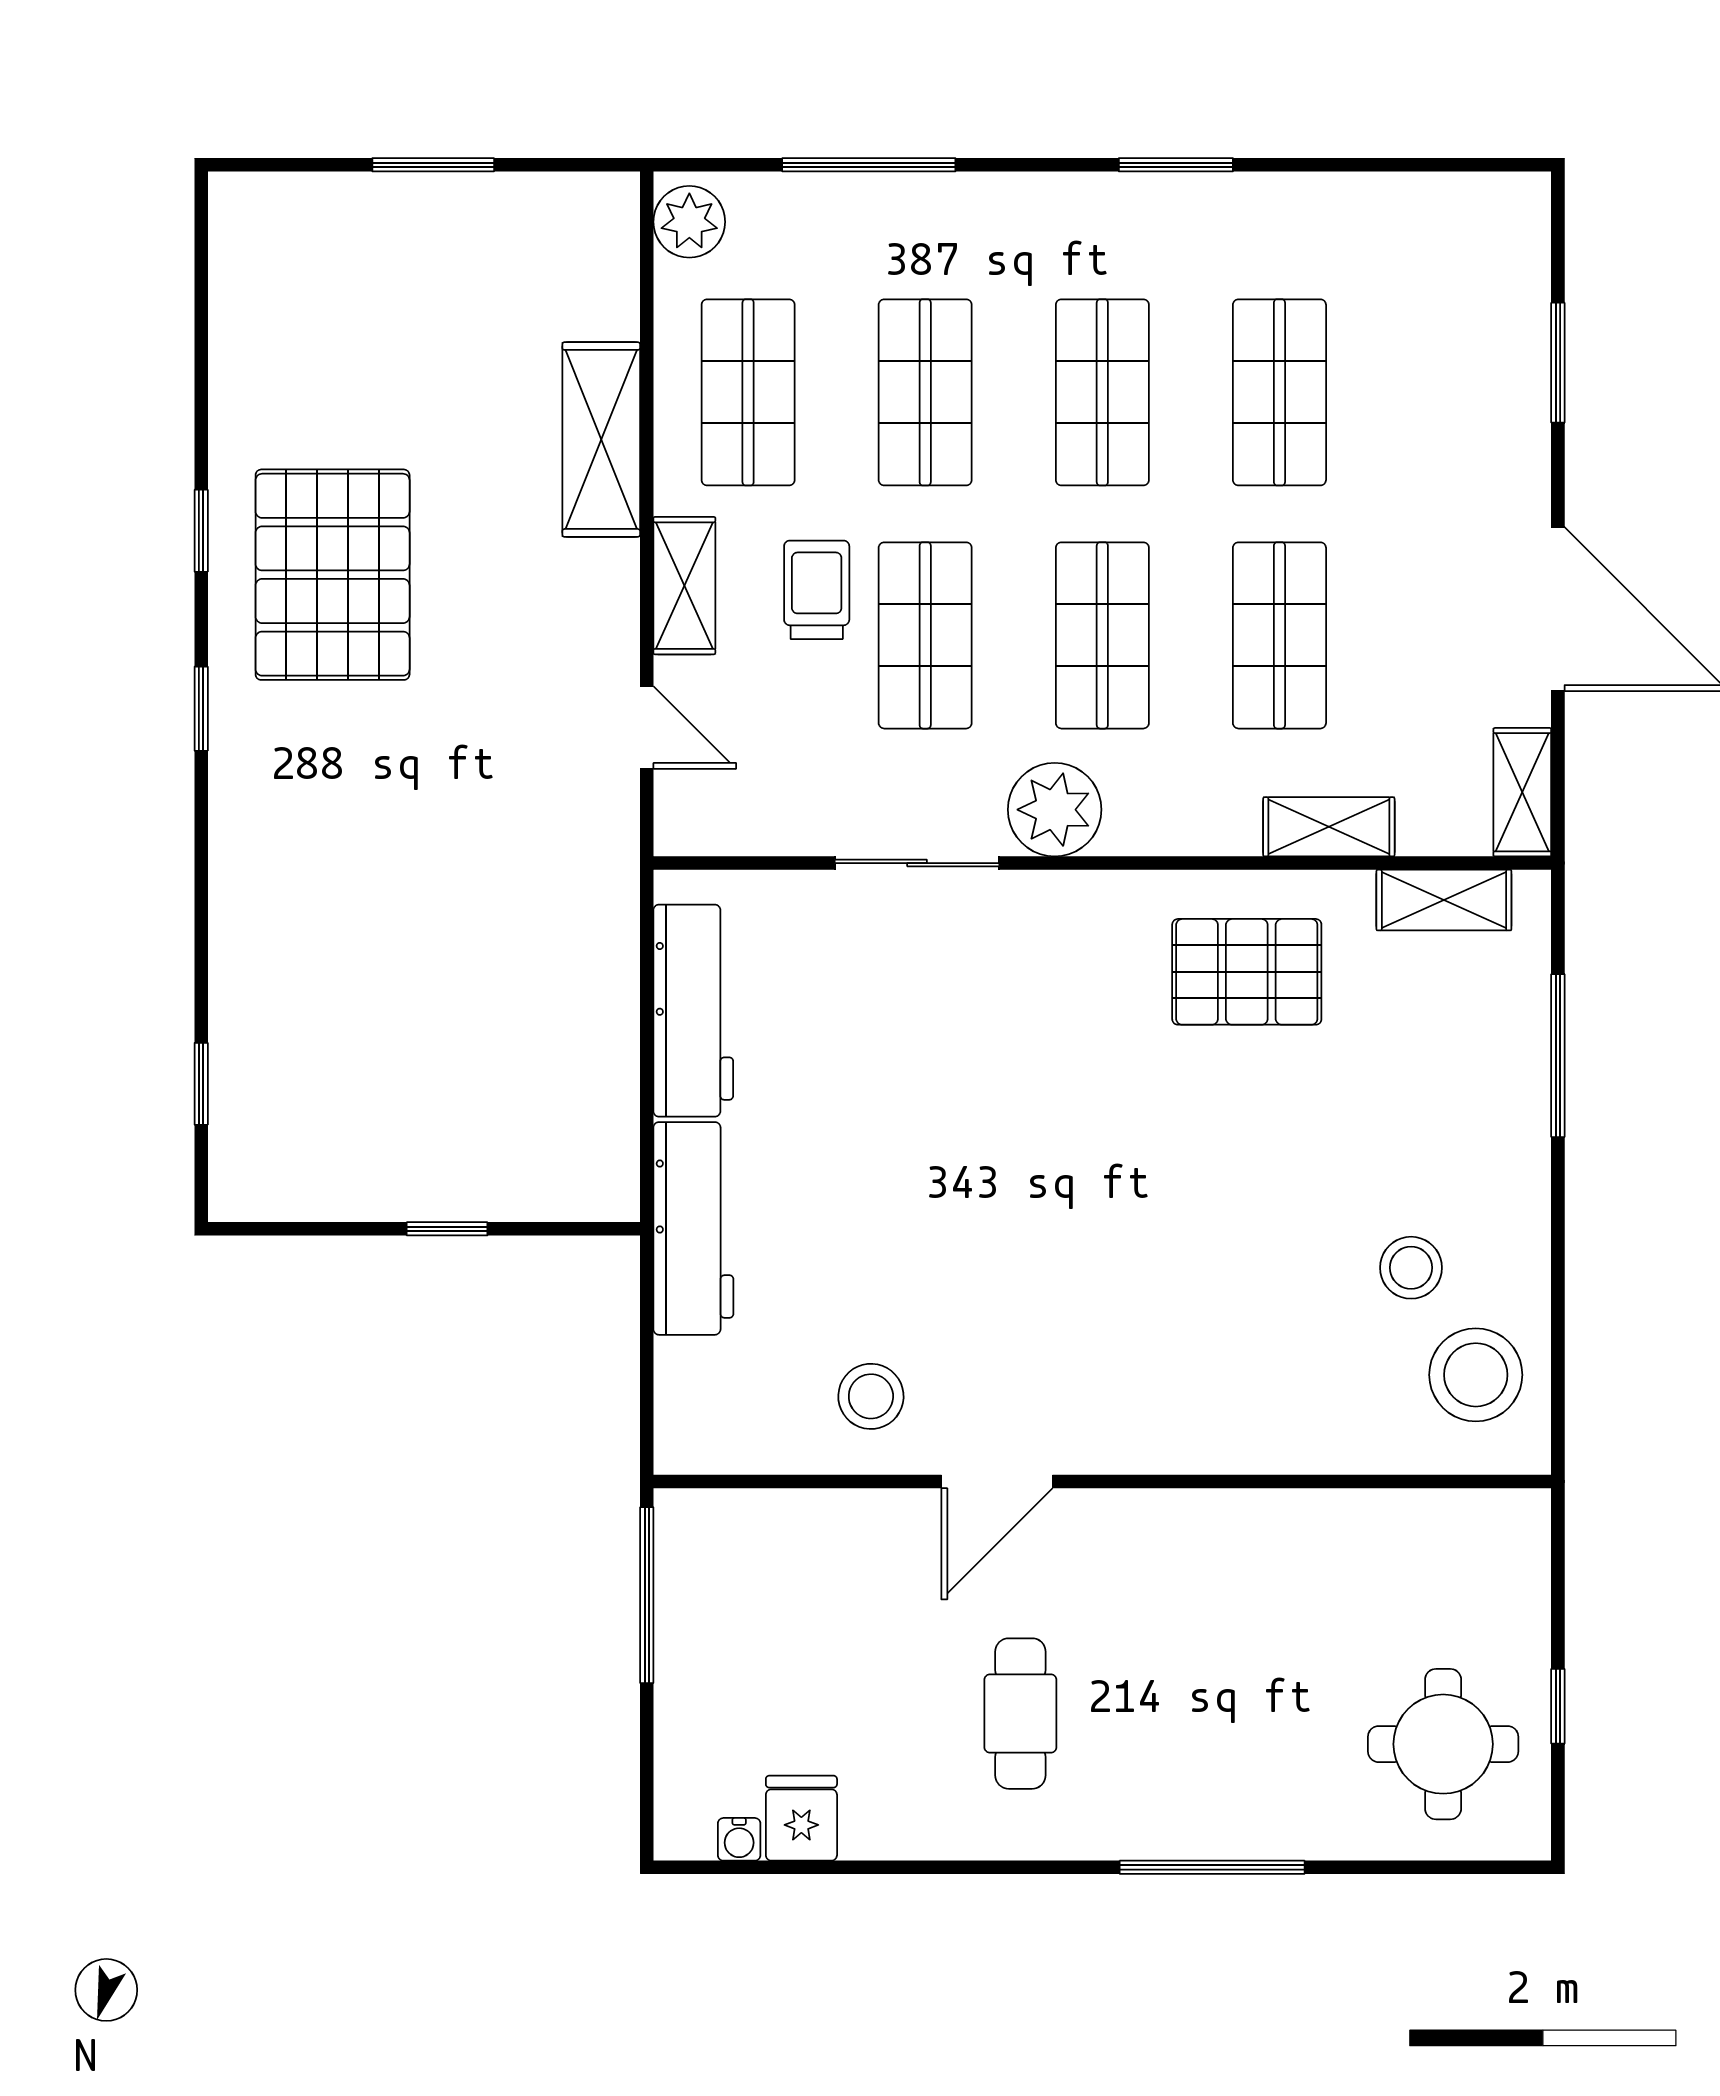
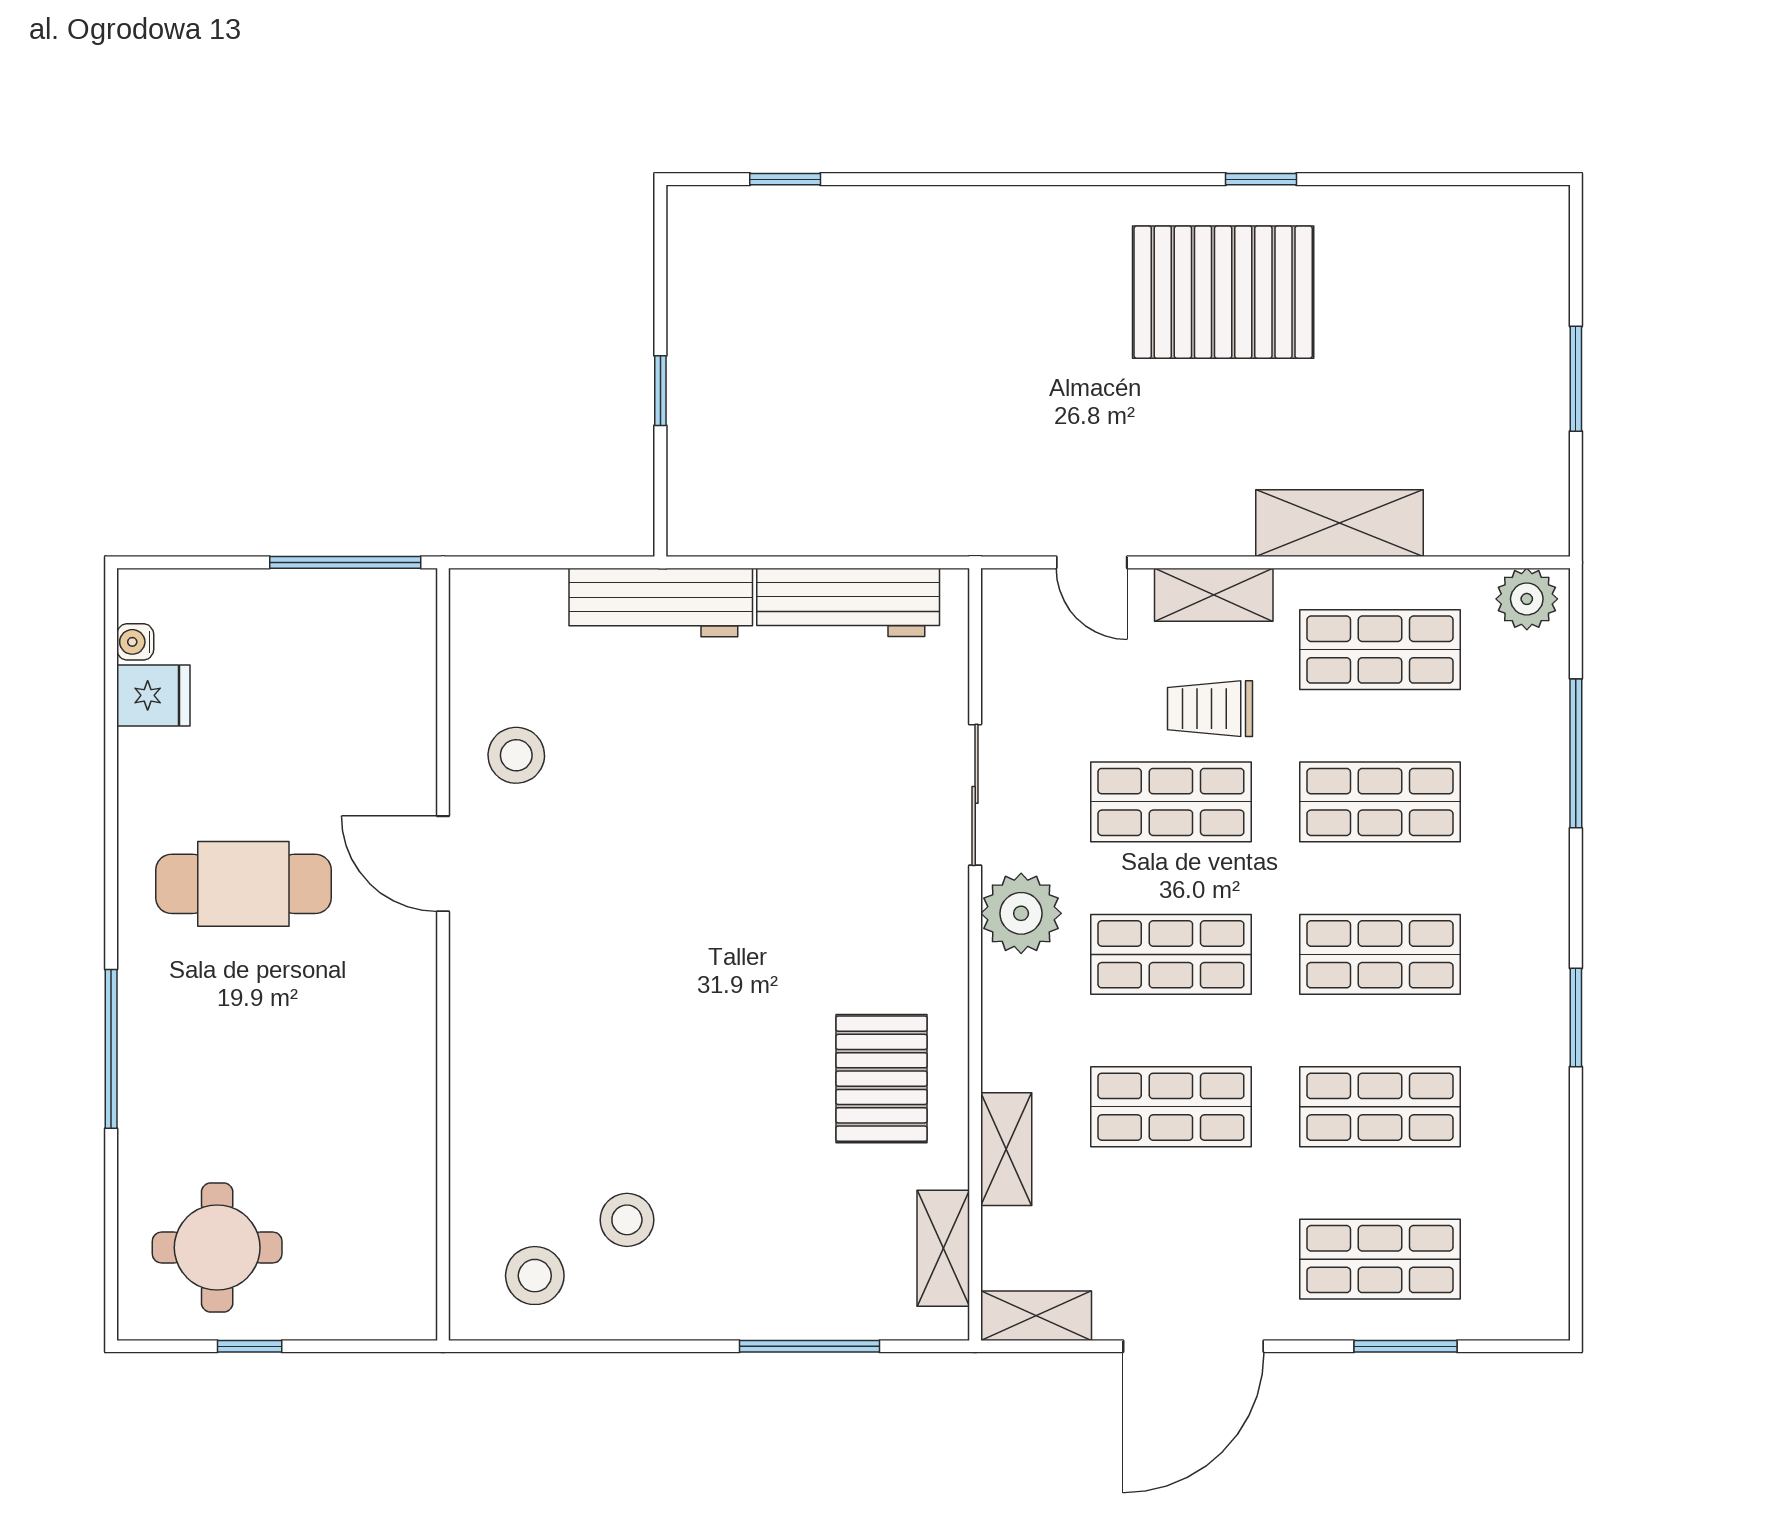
shop shelf: (1457, 392) -> (1380, 1259), added
trolley: (817, 590) -> (1210, 709), turned 180
window: (201, 709) -> (1108, 179), removed
door: (647, 727) -> (1092, 562), hinge flipped
stool: (1476, 1375) -> (535, 1276), width x0.73, depth x0.73
cafe table: (1020, 1714) -> (243, 884), width x1.37, depth x1.35

